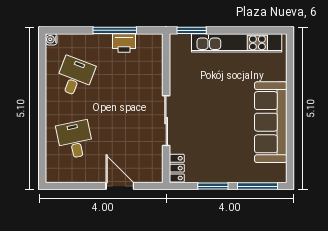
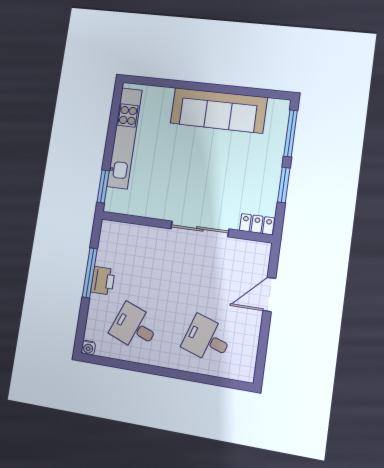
printer: (124, 43) -> (103, 281), moved
desk: (75, 140) -> (207, 339), turned 30

